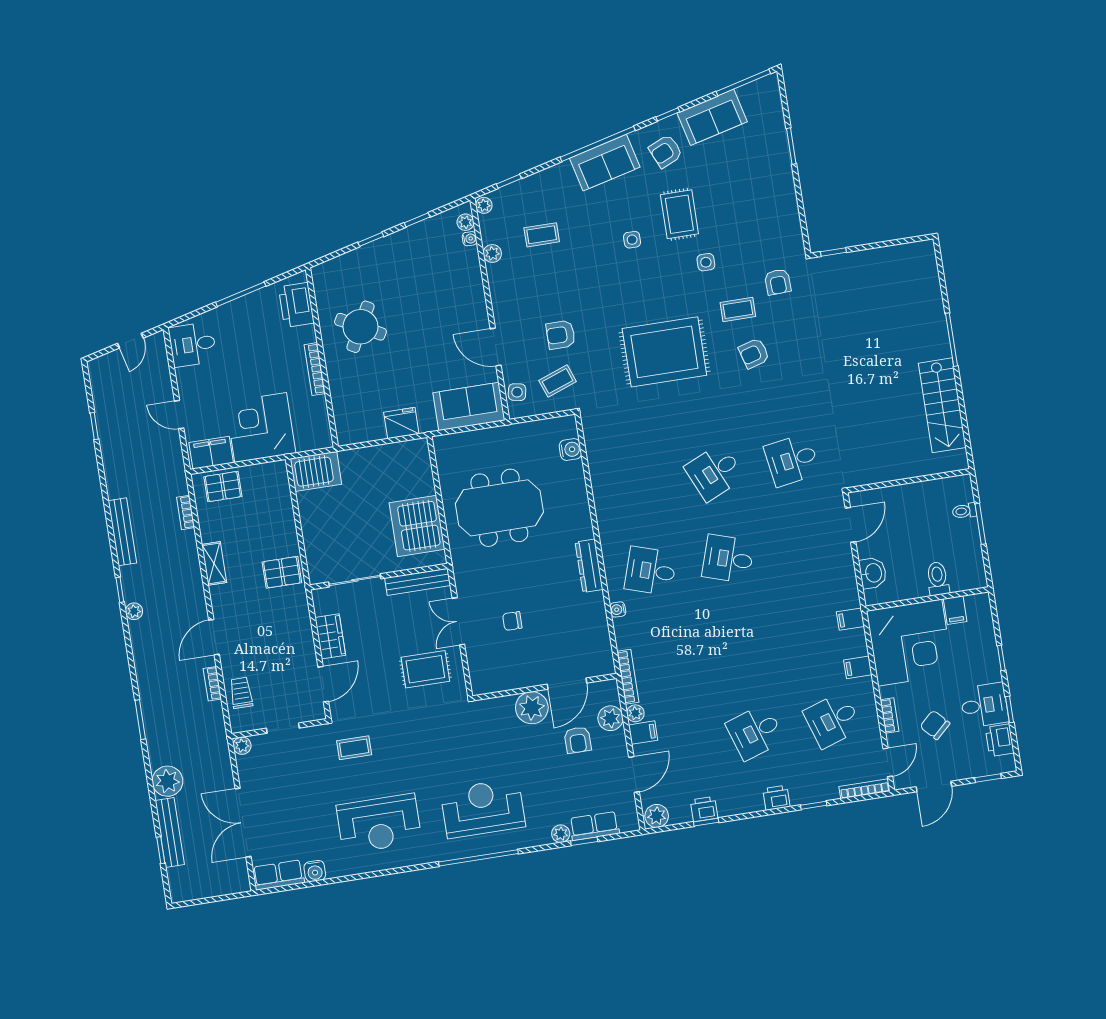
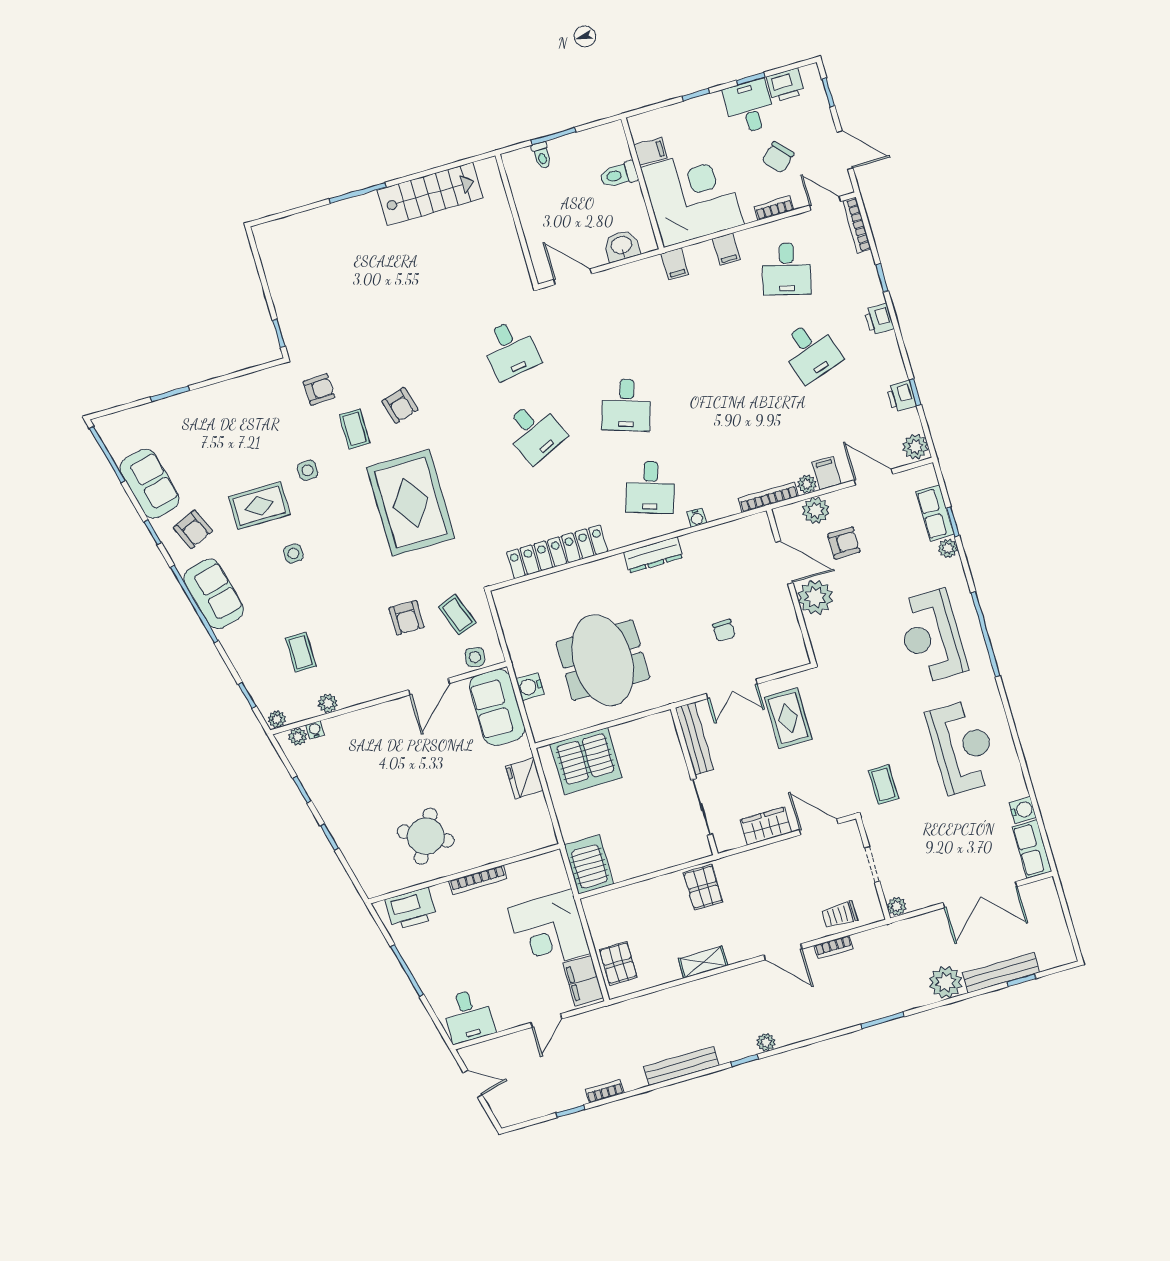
water cooler: (570, 450) -> (530, 687), moved, turned -90
locker: (603, 479) -> (557, 552), added
bookcase: (186, 512) -> (605, 1091), moved, turned 180
server rack: (417, 526) -> (586, 761), moved
desk: (833, 720) -> (787, 269), turned 33

